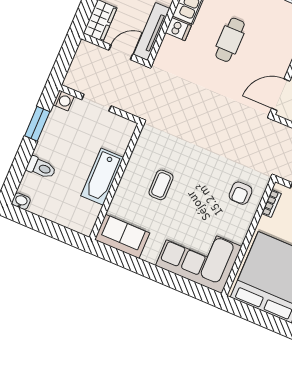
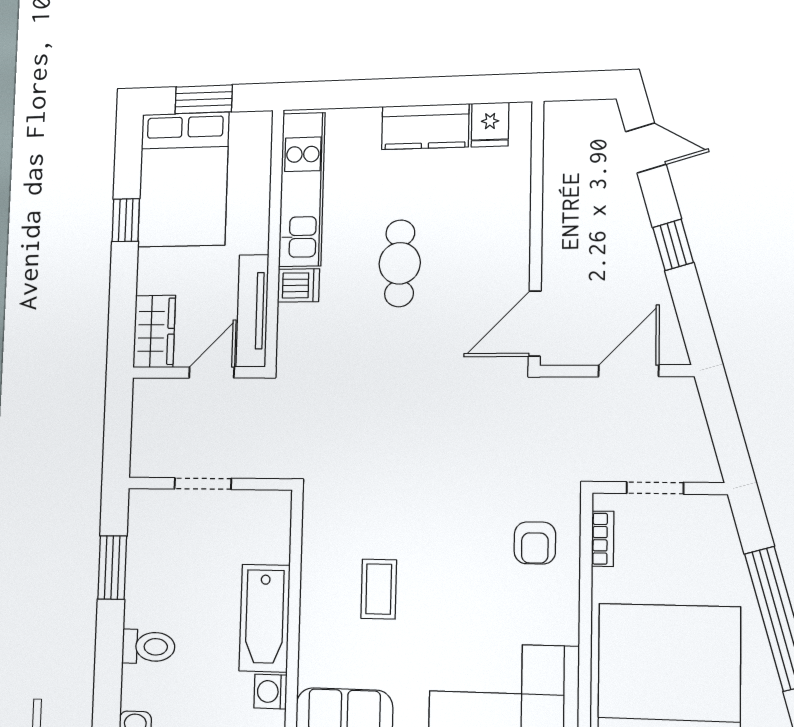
washing machine: (64, 100) -> (270, 692), moved, turned 180

